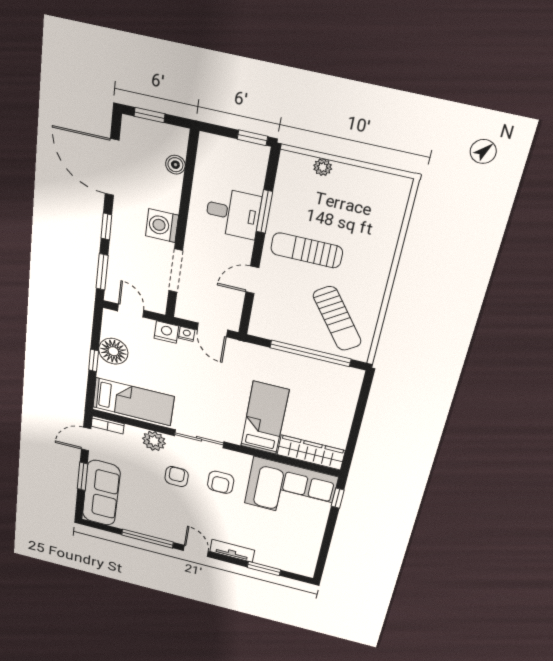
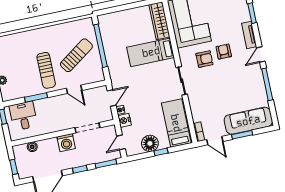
desk: (233, 213) -> (23, 116), moved
sun lounger: (337, 319) -> (76, 55), moved
plant: (154, 441) -> (196, 104), removed
armchair: (177, 477) -> (224, 52), moved, turned 90

